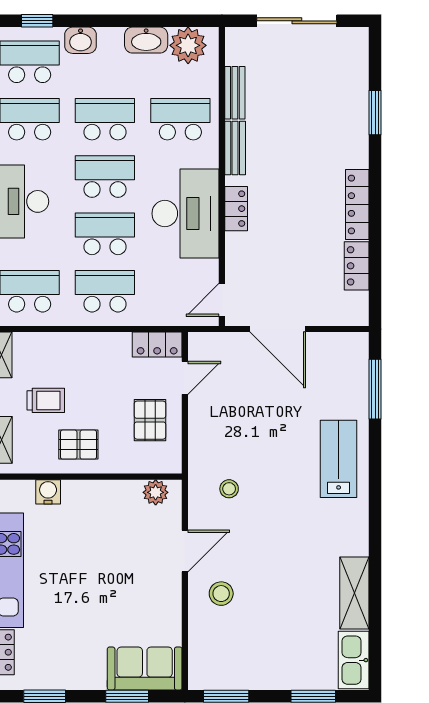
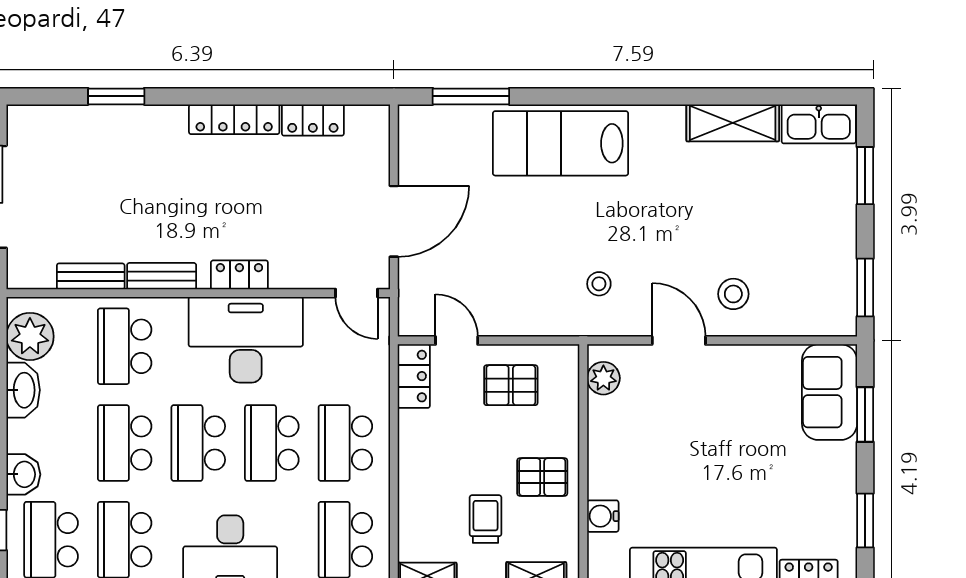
pallet: (78, 445) -> (542, 477), turned 90
lab bench: (339, 459) -> (560, 143), width x1.36, depth x1.39

